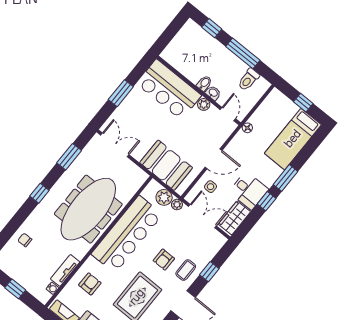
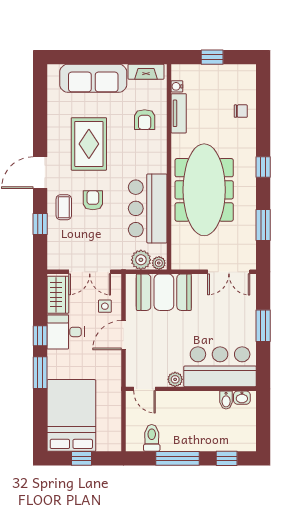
bidet: (204, 83) -> (226, 400), moved
washbasin: (213, 93) -> (242, 398), moved
floor lamp: (247, 128) -> (115, 391), removed
bed: (293, 139) -> (71, 415), width x1.50
plant: (177, 205) -> (159, 263), moved
bar counter: (127, 234) -> (148, 208), width x0.73

